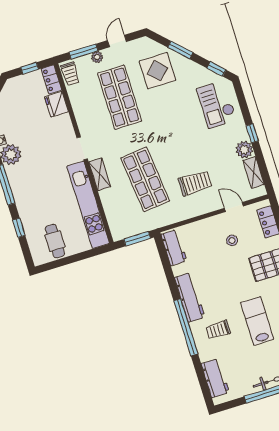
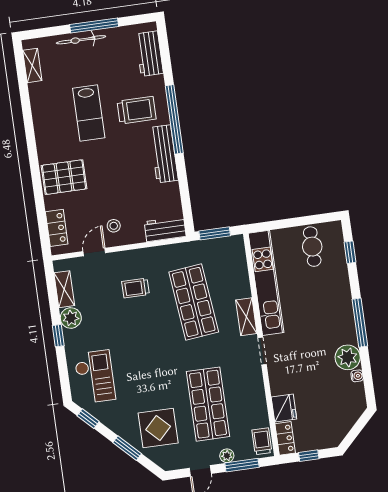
trolley: (195, 183) -> (135, 288), width x0.73, depth x0.72
door: (234, 207) -> (94, 252), swing flipped
window: (19, 228) -> (350, 252), moved
stool: (232, 240) -> (114, 226), moved
workbench: (174, 248) -> (165, 229), moved, turned 90
trolley: (218, 330) -> (137, 110), width x1.36, depth x1.39

